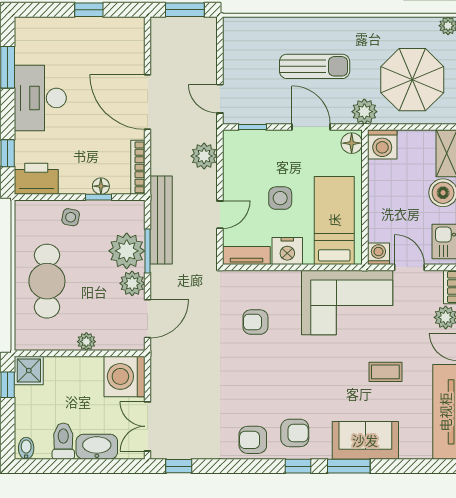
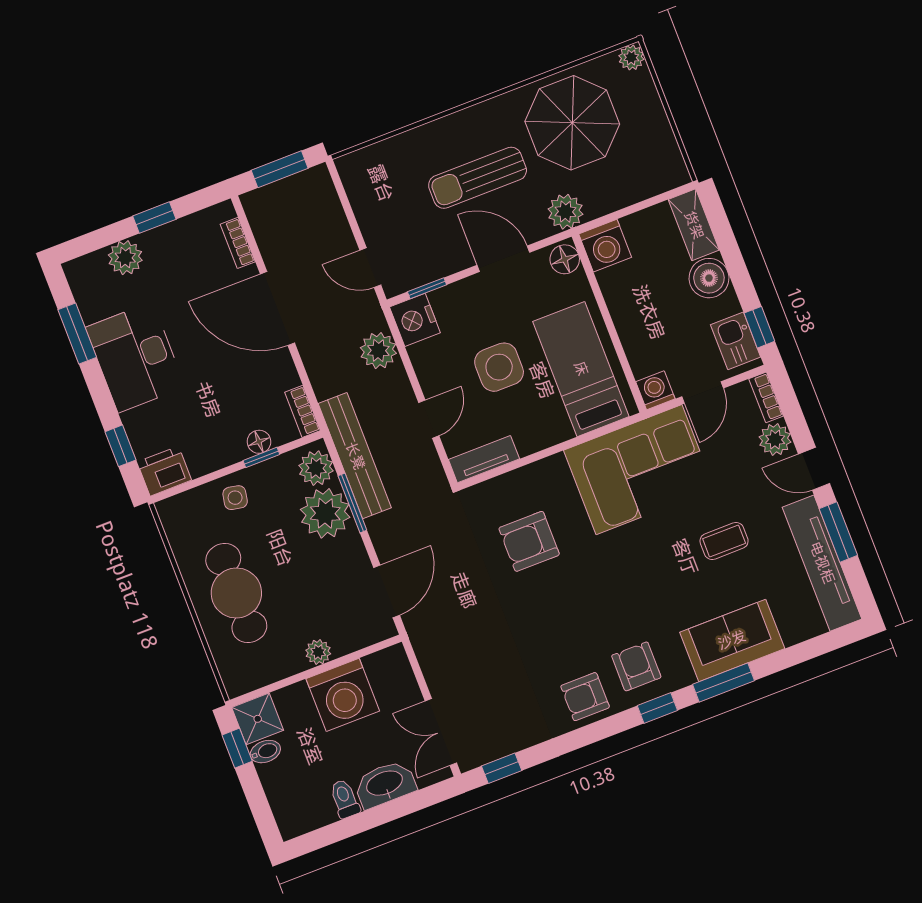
plant: (59, 29) -> (125, 258), added
bookcase: (138, 48) -> (238, 243), added
sun lounger: (315, 66) -> (478, 178), turned 180
parasol: (412, 80) -> (572, 123), moved
bookcase: (138, 167) -> (303, 411), width x0.64
printer: (36, 179) -> (164, 471), width x0.73, depth x0.84
side table: (280, 198) -> (499, 367), width x1.37, depth x1.37
nightstand: (287, 251) -> (415, 320), moved, turned 90
door: (409, 267) -> (703, 392), swing flipped
plant: (132, 283) -> (316, 468), moved
armchair: (255, 322) -> (529, 541), width x1.38, depth x1.38
washing machine: (124, 376) -> (343, 695), moved, turned -90
armchair: (295, 433) -> (636, 666), turned -90
toilet: (63, 441) -> (345, 799), width x0.73, depth x0.72
bidet: (26, 448) -> (265, 752), moved, turned 90

